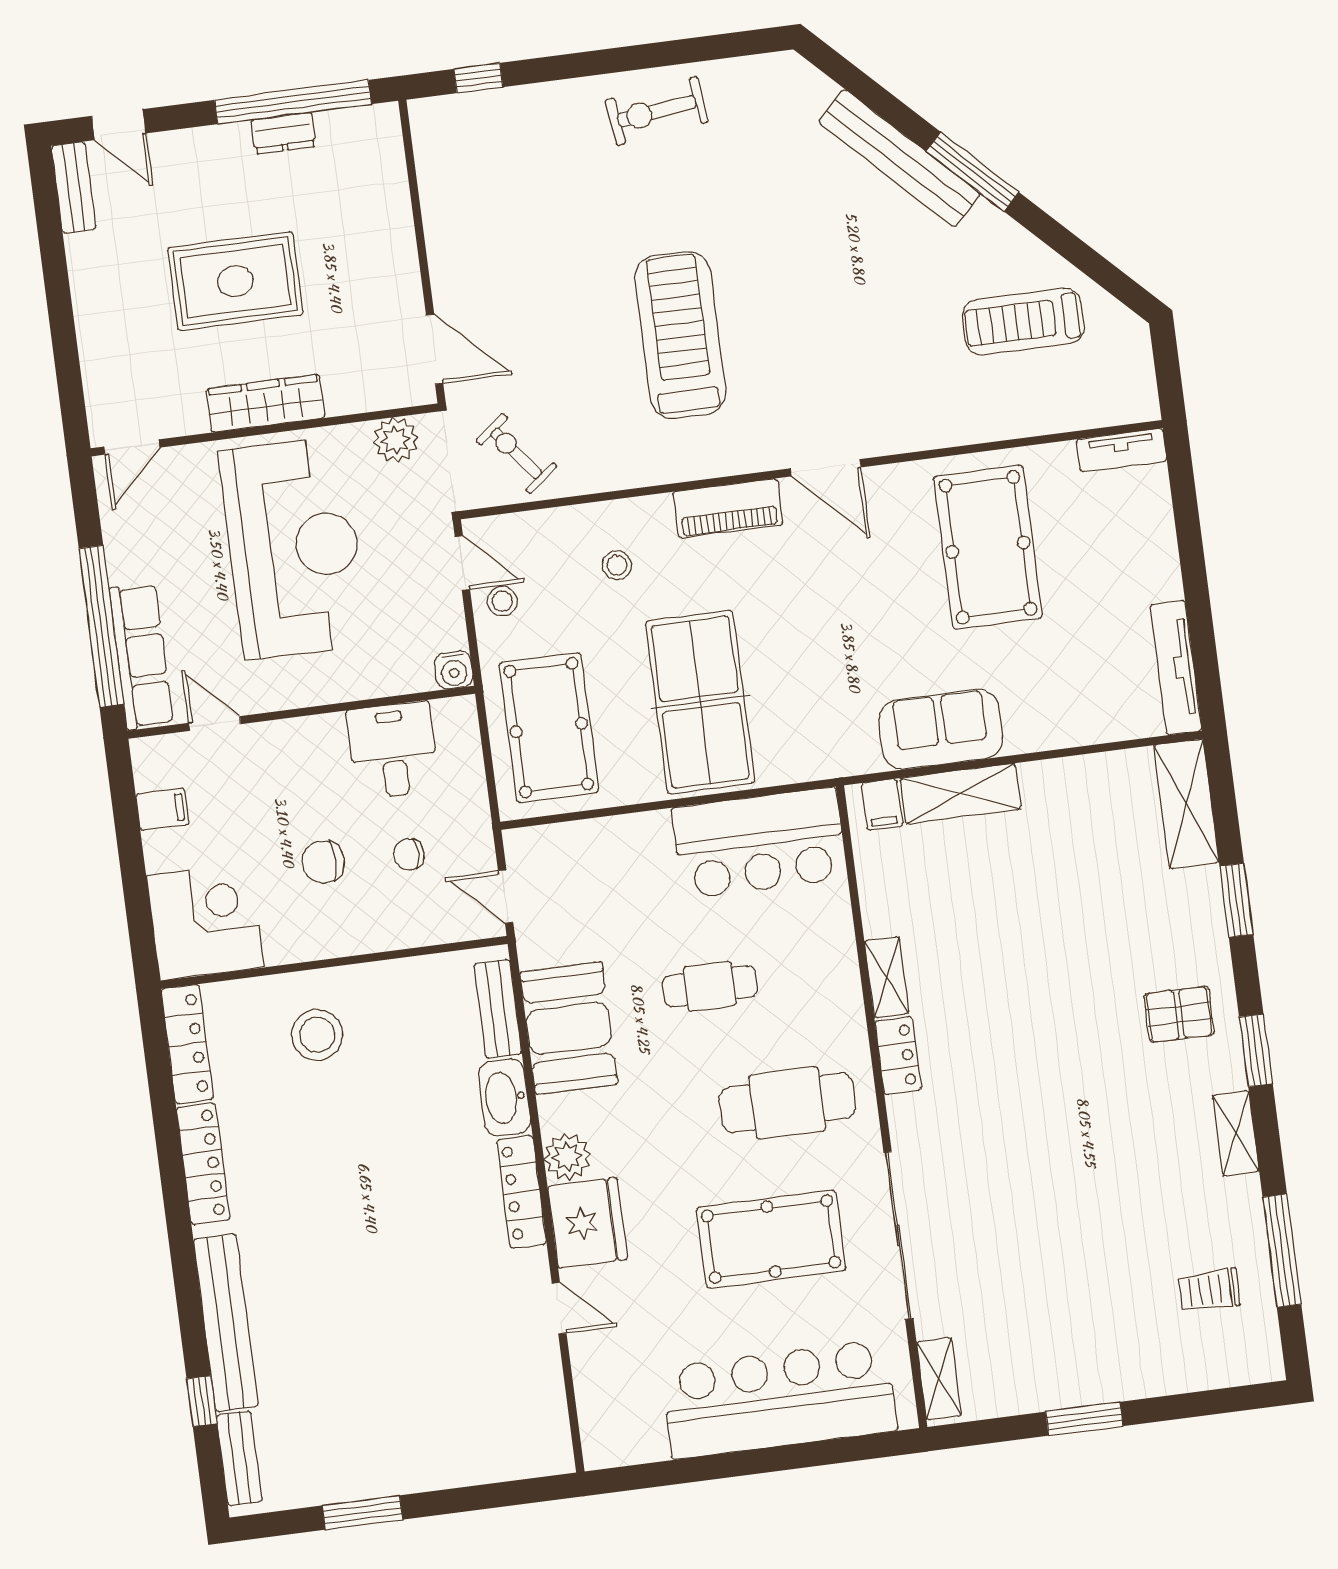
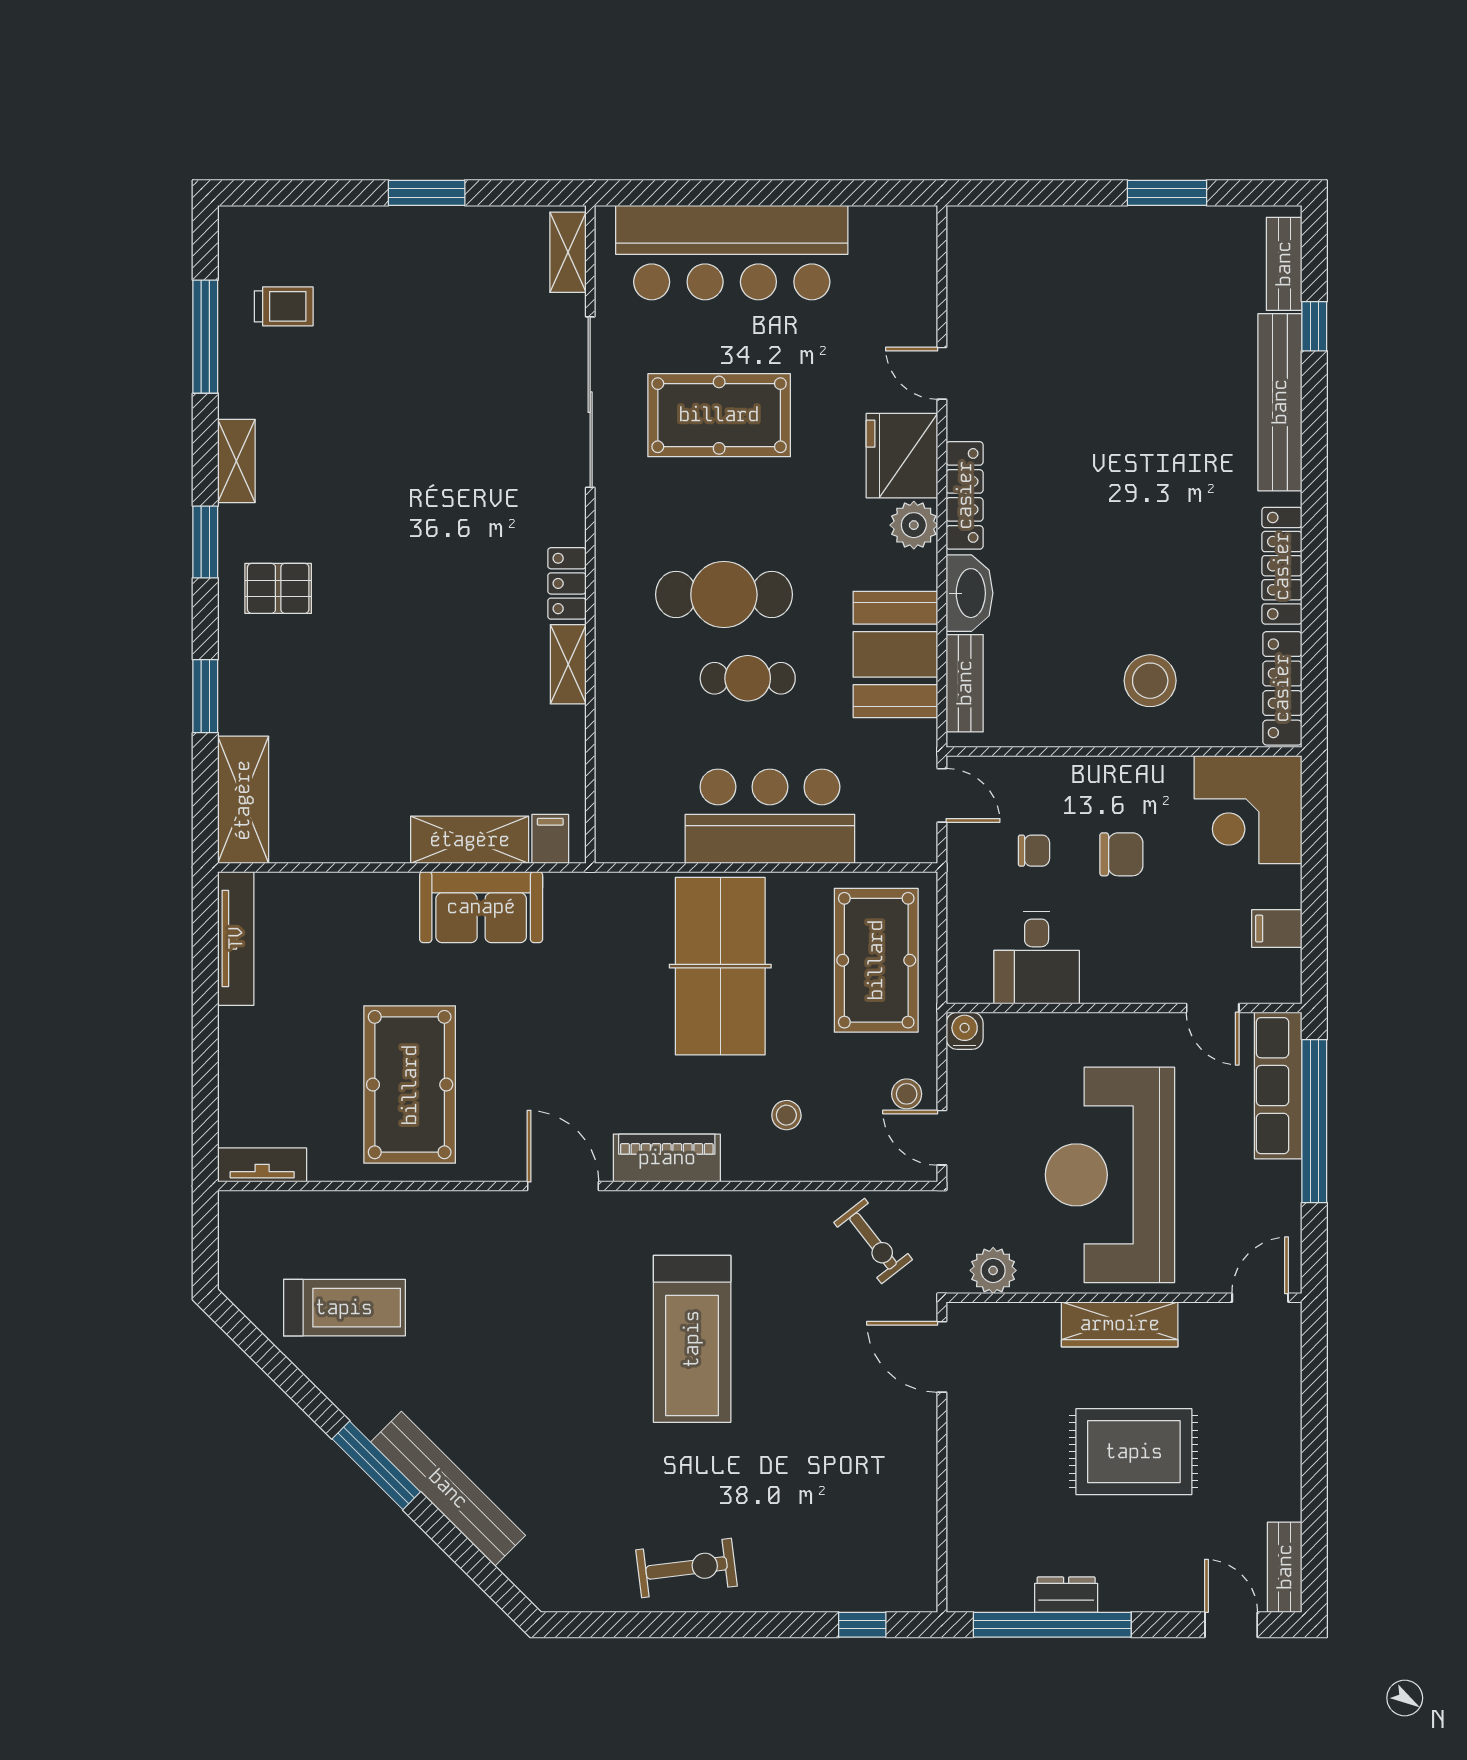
bar counter: (759, 843) -> (770, 816), moved
cafe table: (787, 1103) -> (724, 595), moved

